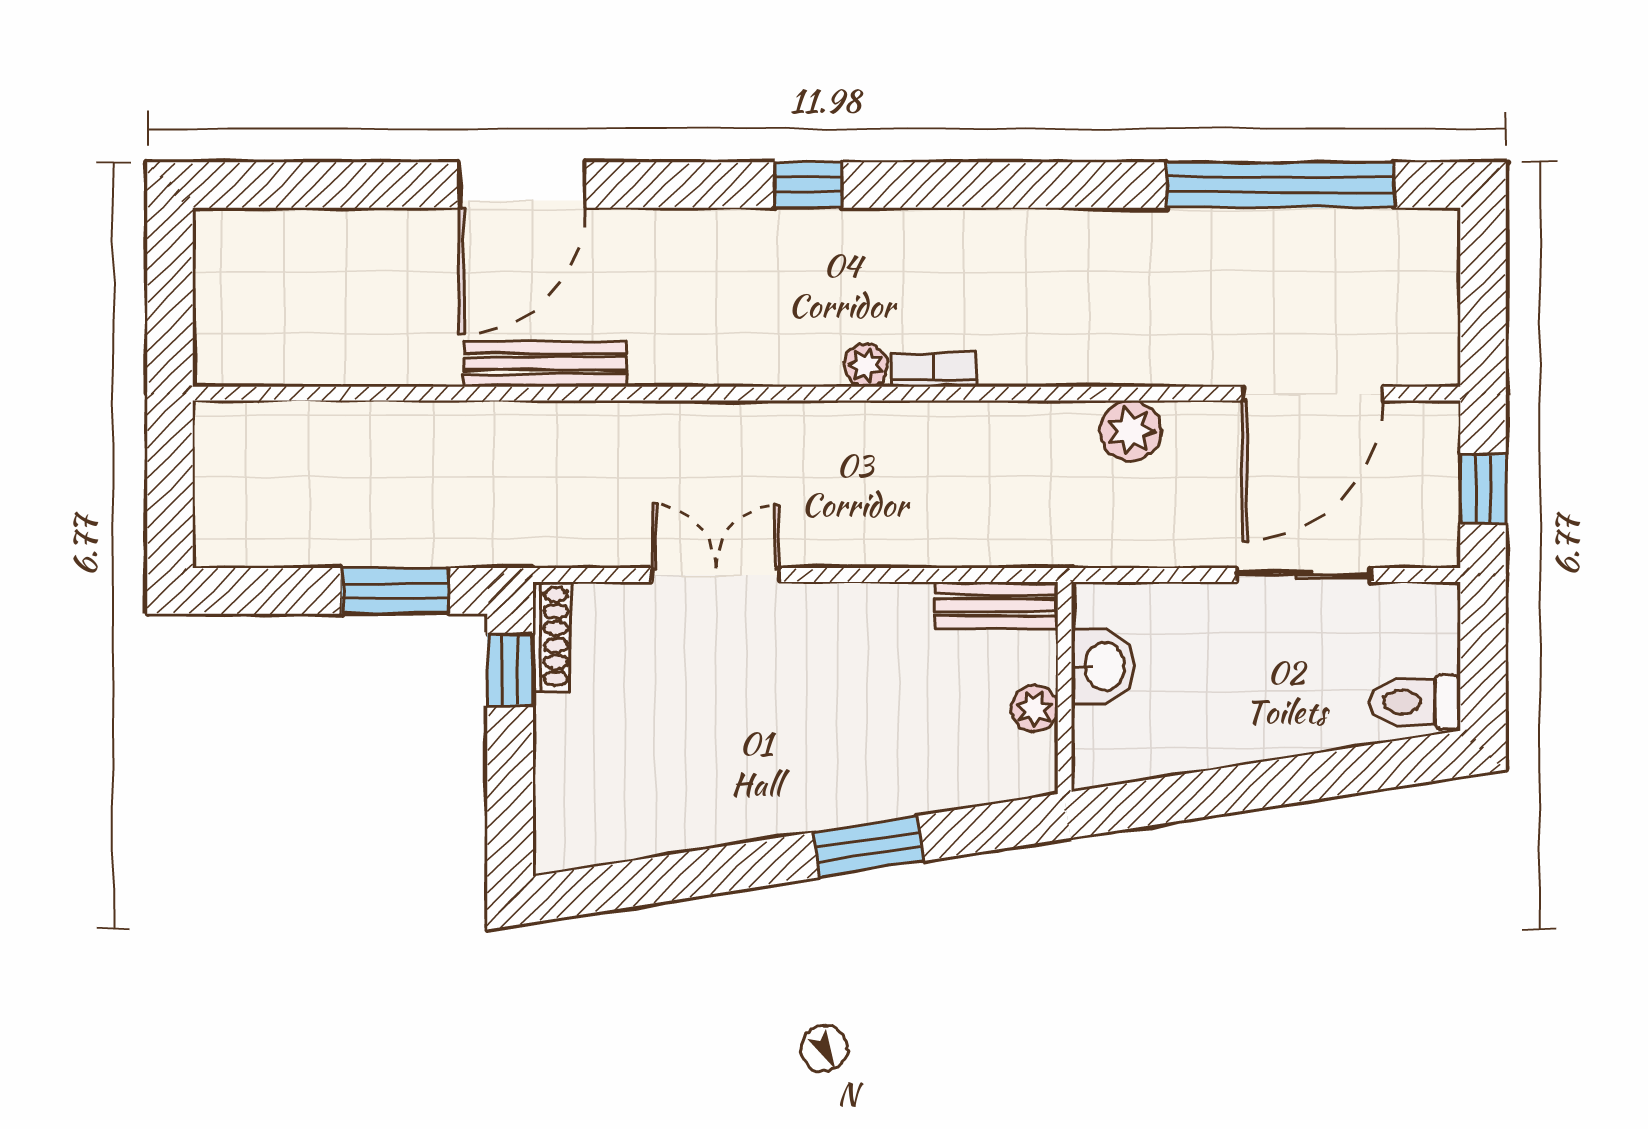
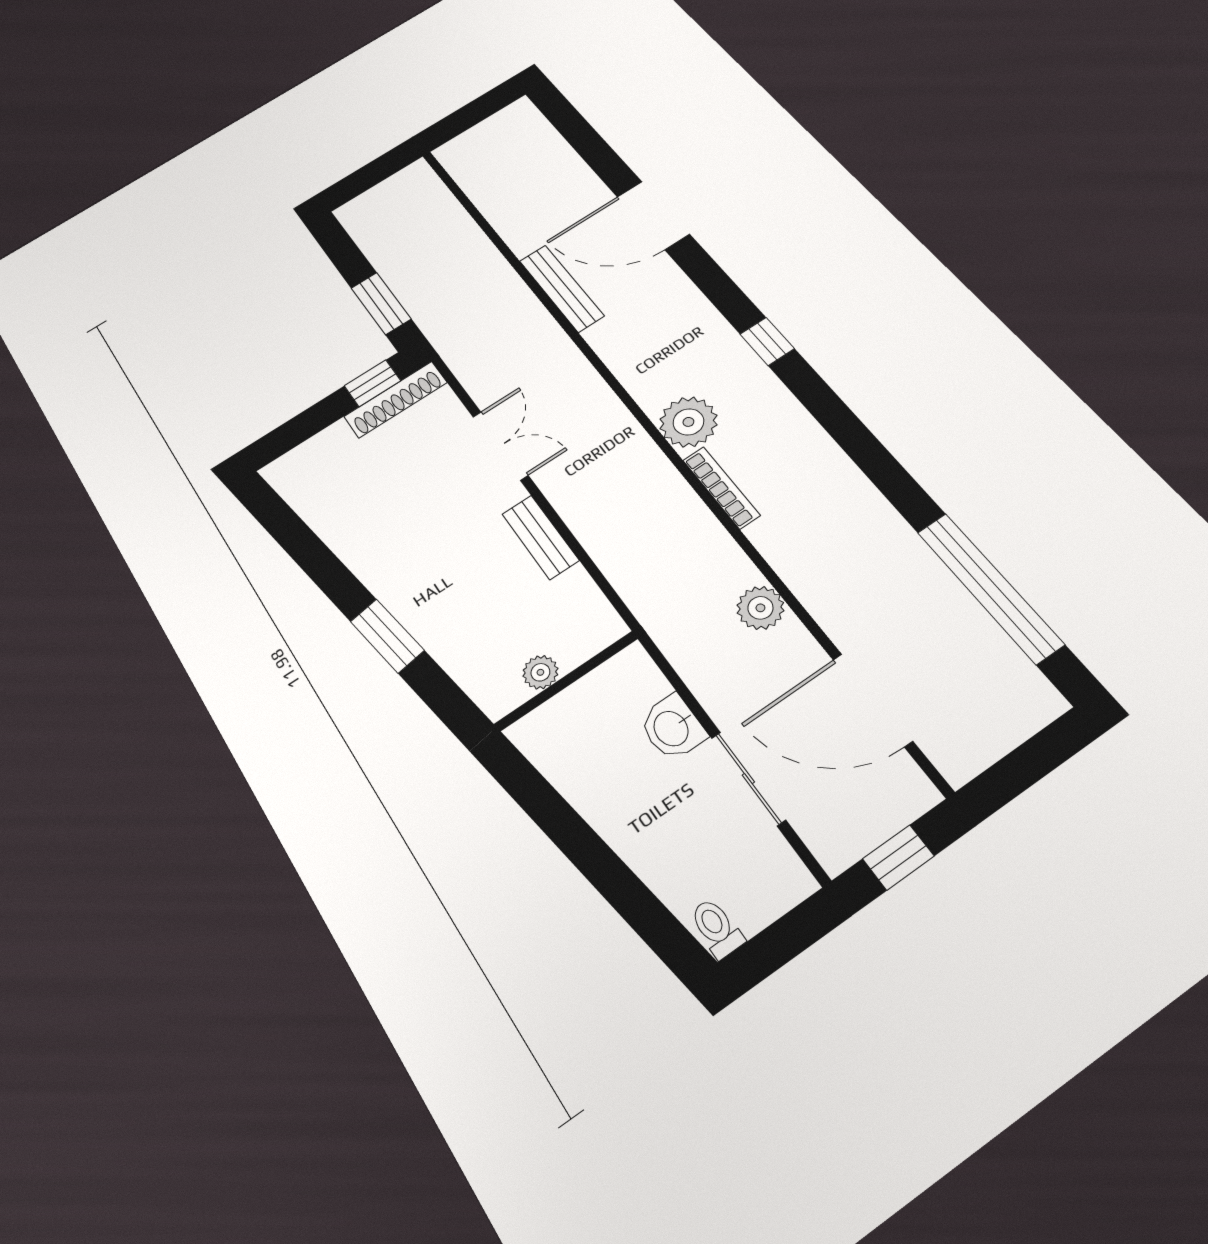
plant: (866, 365) -> (688, 422), width x1.88, depth x1.88
bookcase: (934, 370) -> (721, 488), width x1.56
bench: (996, 605) -> (540, 537), moved
shoe rack: (551, 637) -> (396, 400), width x1.36, depth x1.24
washbasin: (1103, 666) -> (672, 728), moved, turned 90
toilet: (1415, 702) -> (716, 928), width x0.73, depth x0.72

